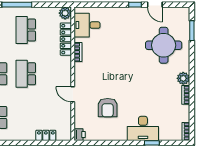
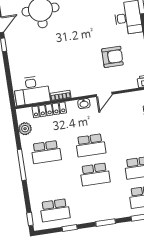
plant: (65, 13) -> (25, 129), moved
desk: (87, 25) -> (32, 90), width x1.37
washbasin: (67, 73) -> (84, 104), added

